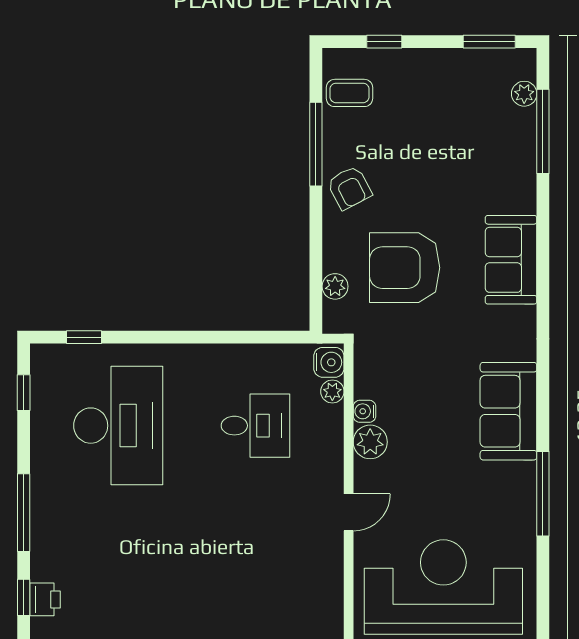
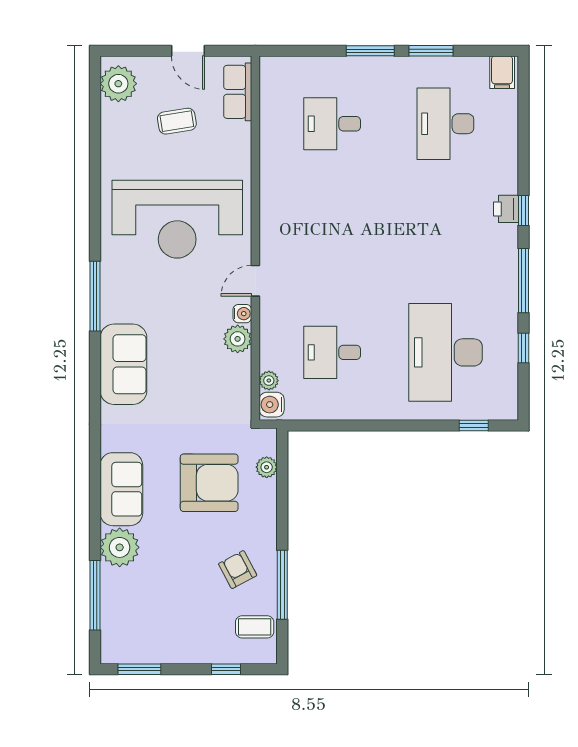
plant: (524, 94) -> (120, 547), moved, width x1.87, depth x1.87
armchair: (349, 188) -> (238, 570), moved
window: (24, 393) -> (524, 348), moved
water cooler: (364, 411) -> (242, 314), moved

